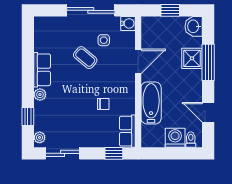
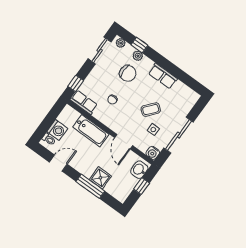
washbasin: (194, 26) -> (139, 170), moved, turned -90
plant: (40, 95) -> (138, 56), moved
chair: (65, 108) -> (128, 73), added

